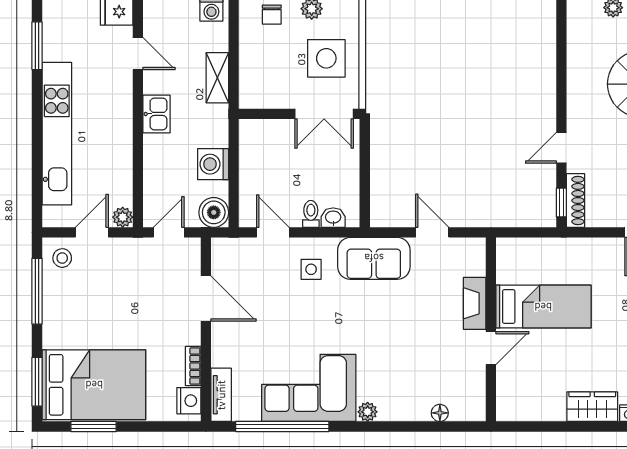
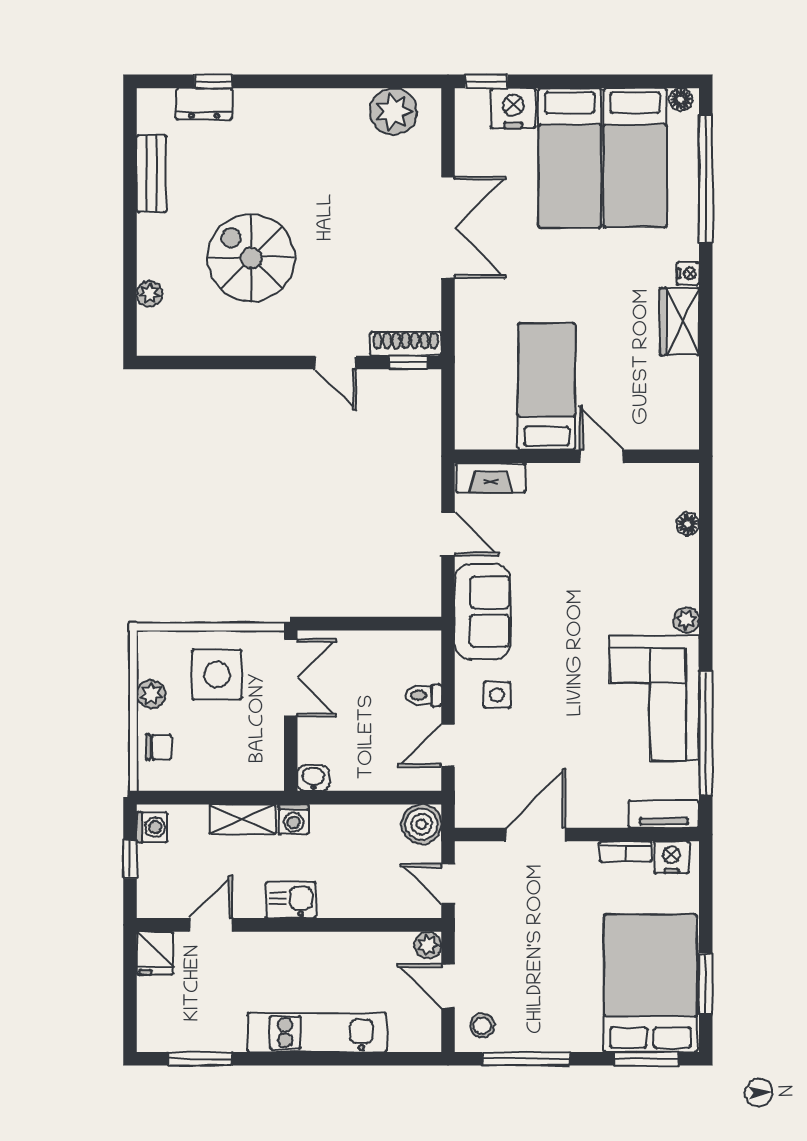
kitchen unit: (57, 134) -> (317, 1033), width x0.73
washing machine: (213, 164) -> (294, 819), moved, width x0.73, depth x0.73
washbasin: (333, 218) -> (313, 778), moved, turned 90
door: (432, 232) -> (448, 534), swing flipped
fireplace: (475, 303) -> (491, 478), moved

